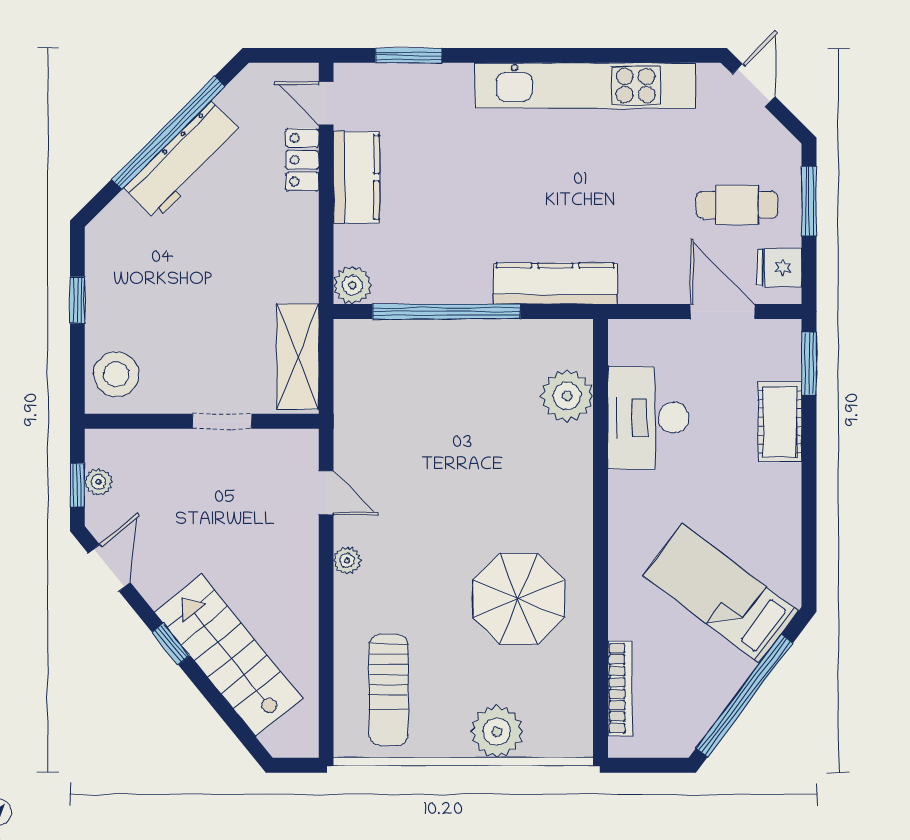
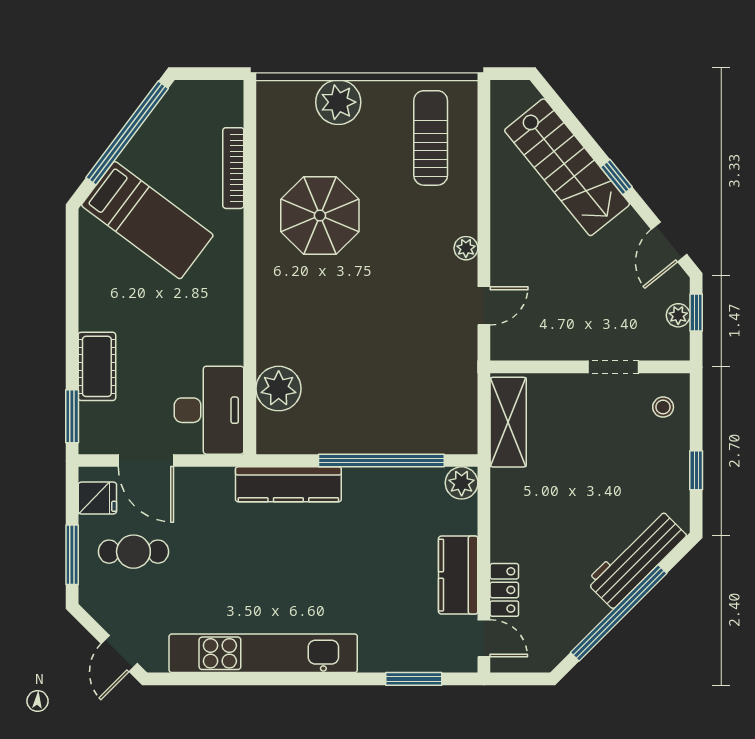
workbench: (184, 161) -> (636, 559), moved
stool: (116, 374) -> (663, 407), width x0.53, depth x0.53
desk: (648, 418) -> (209, 410), moved
doorway: (222, 421) -> (613, 367), moved
door: (326, 493) -> (484, 306), swing flipped
bookcase: (620, 688) -> (233, 168), moved

